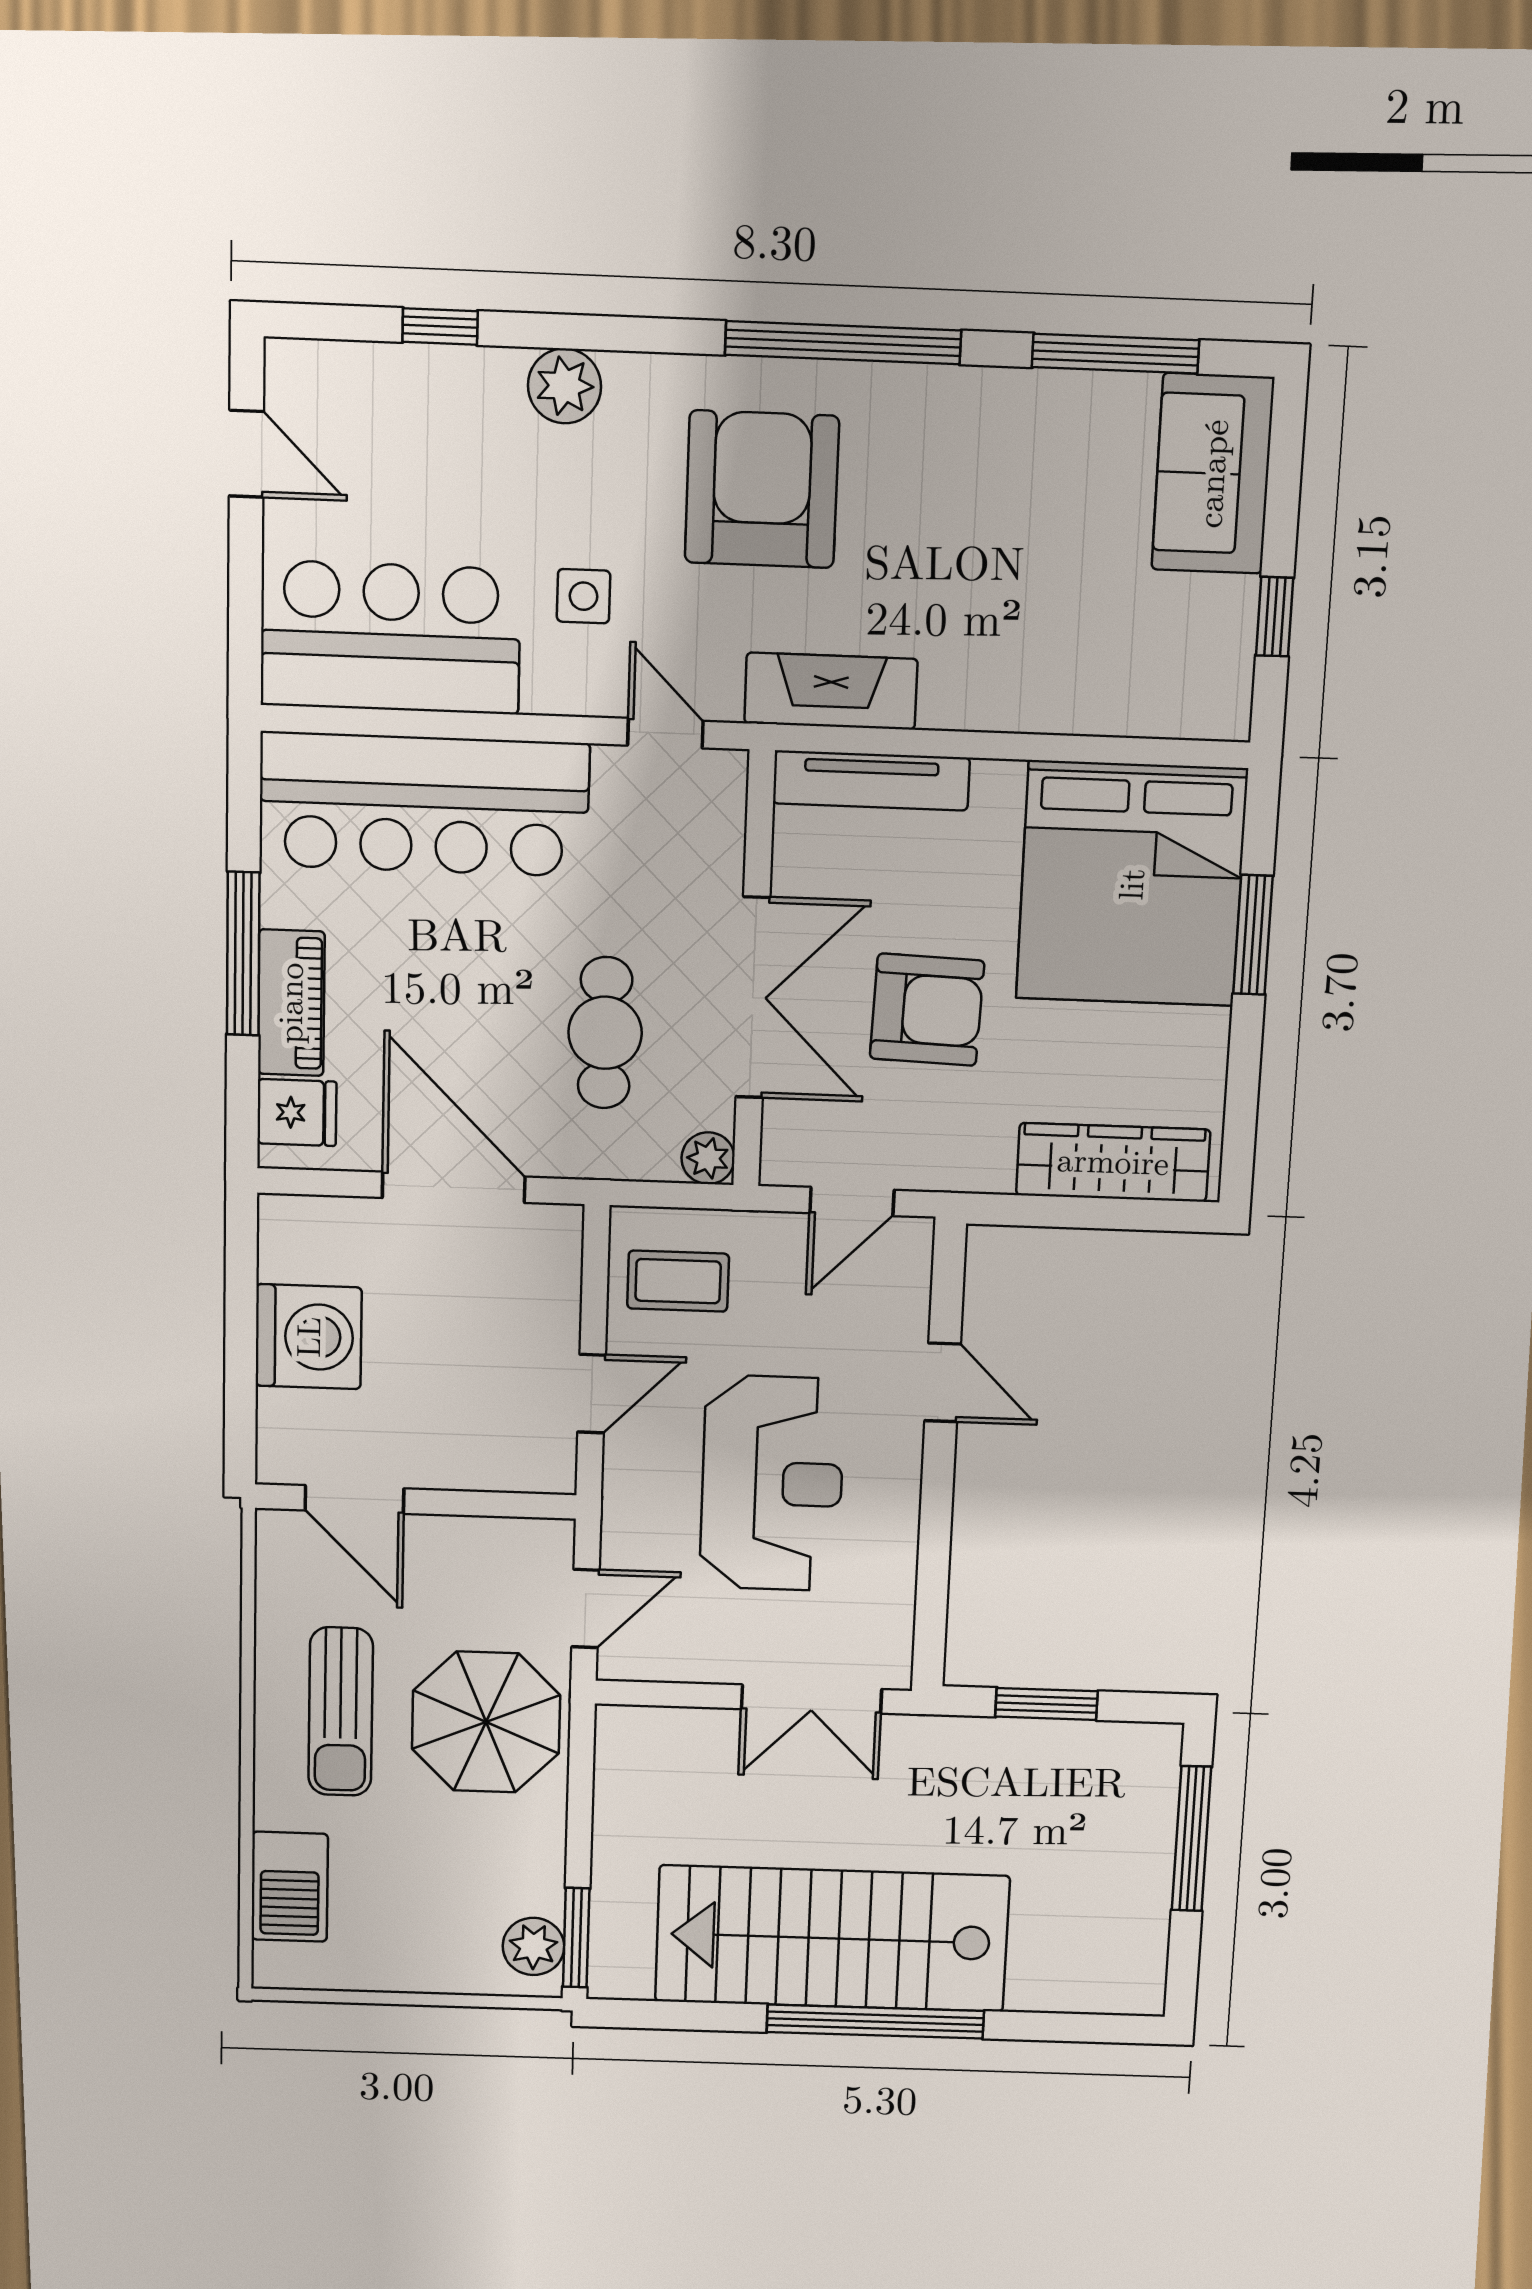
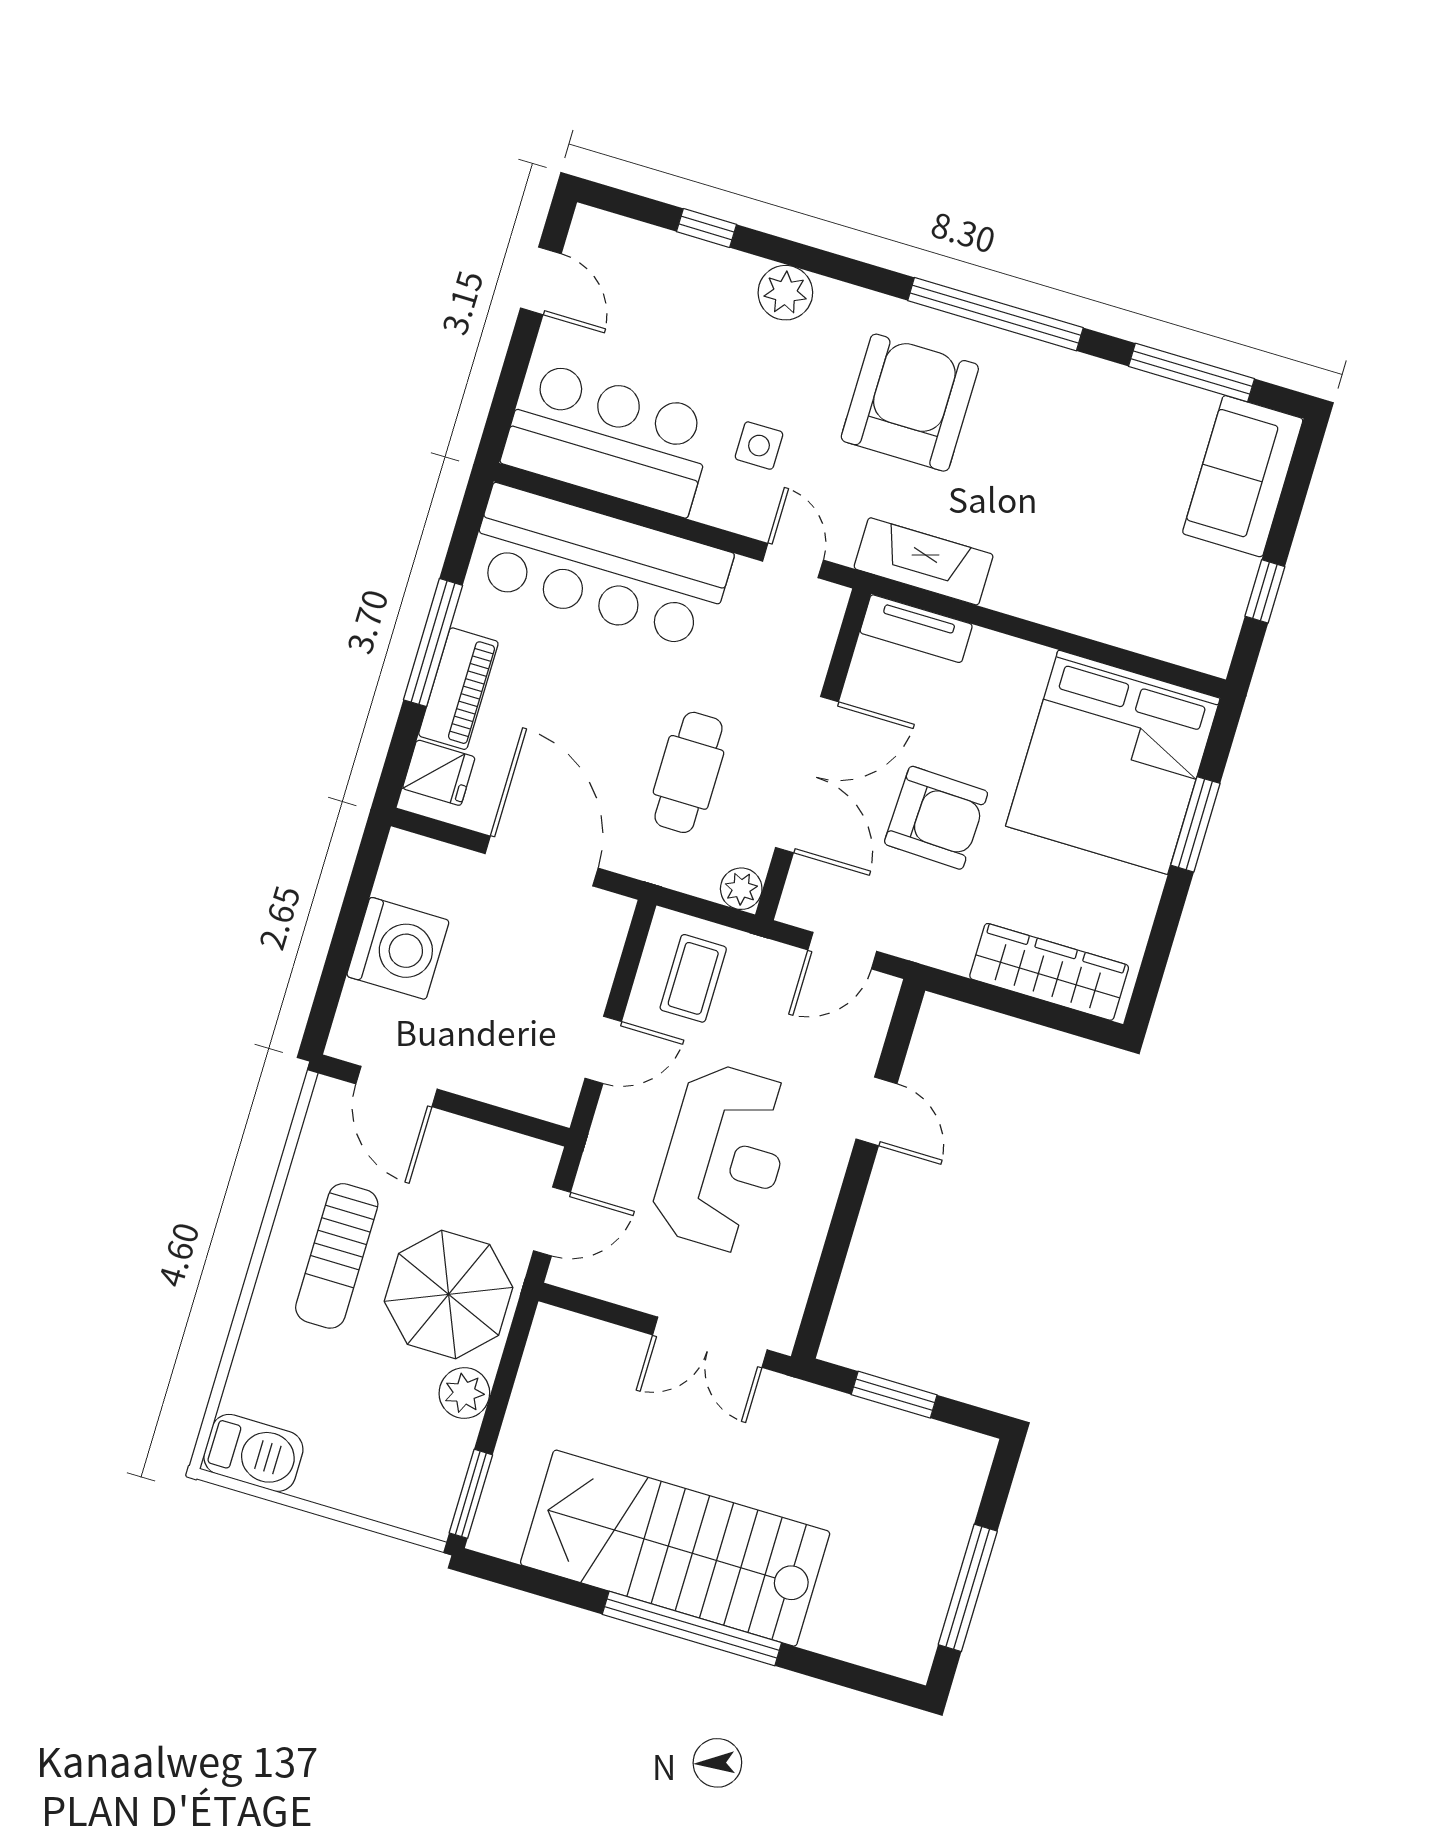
tv unit: (871, 780) -> (916, 629), width x0.71
coffee table: (678, 1281) -> (693, 978), turned 90
window: (1192, 1839) -> (968, 1588), moved
barbecue: (290, 1887) -> (253, 1453), moved, turned -90
plant: (533, 1946) -> (464, 1393), moved

